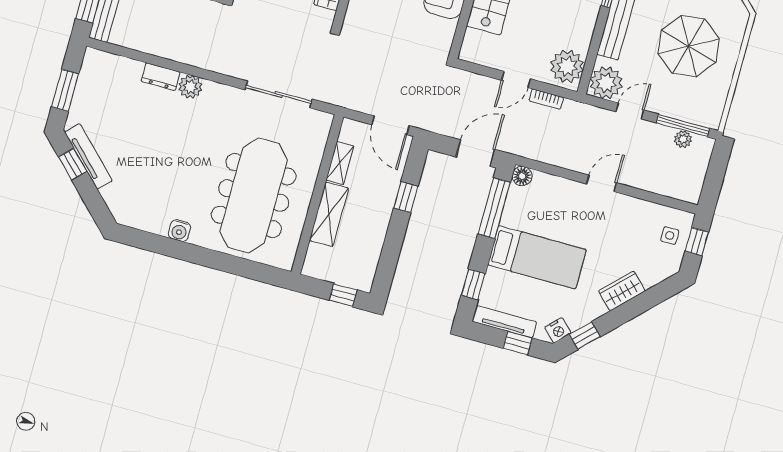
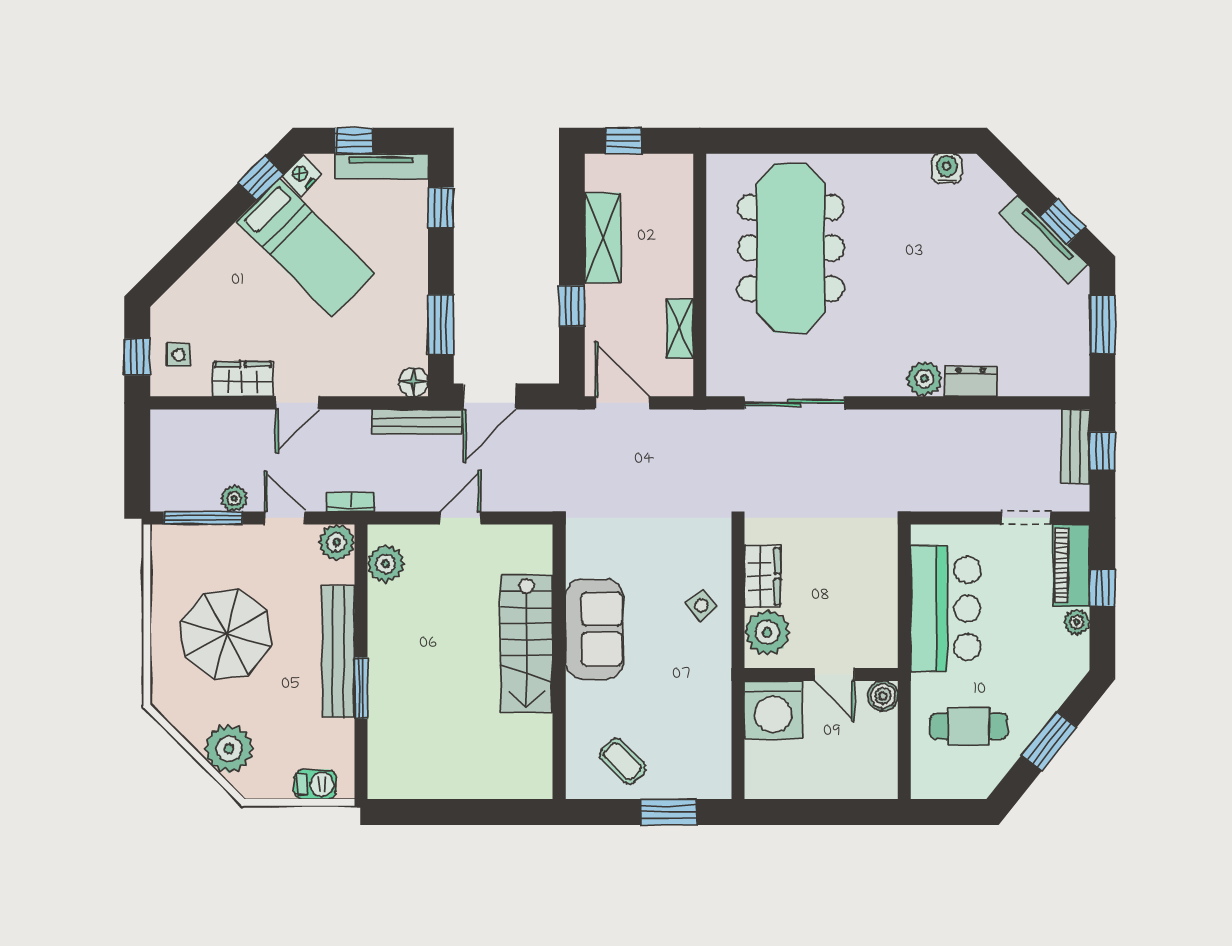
plant: (567, 66) -> (386, 564), width x0.73, depth x0.73
plant: (606, 83) -> (337, 542), width x0.73, depth x0.73
bookcase: (546, 99) -> (351, 502), moved
door: (630, 111) -> (285, 518), swing flipped
plant: (683, 139) -> (234, 498), moved
bench: (527, 150) -> (417, 422), added
window: (494, 208) -> (441, 325), width x0.69
shelving: (329, 214) -> (603, 238), moved
water cooler: (179, 231) -> (947, 169), moved
bed: (537, 257) -> (306, 247), moved, turned -135
wardrobe: (622, 291) -> (243, 379), moved, turned -135

